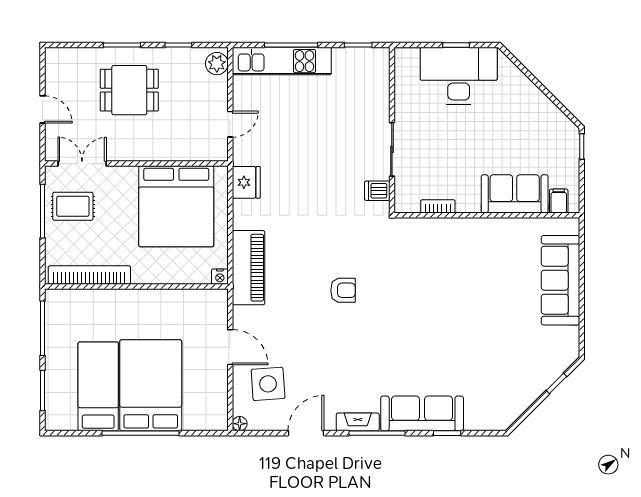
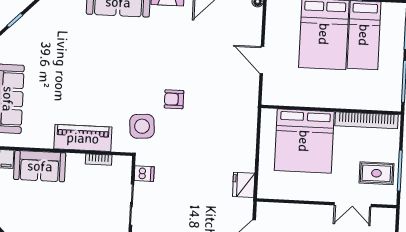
double door: (82, 164) -> (353, 205), moved
bed: (176, 206) -> (304, 141), moved, turned 180
piano: (249, 268) -> (83, 138), moved, turned 90
nightstand: (220, 277) -> (267, 114), removed
side table: (268, 384) -> (142, 126), moved

